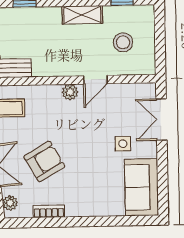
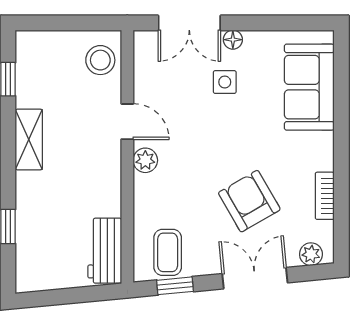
stool: (123, 42) -> (100, 60), moved
floor lamp: (151, 149) -> (233, 40), added
sofa: (141, 187) -> (309, 87), moved, turned 90

